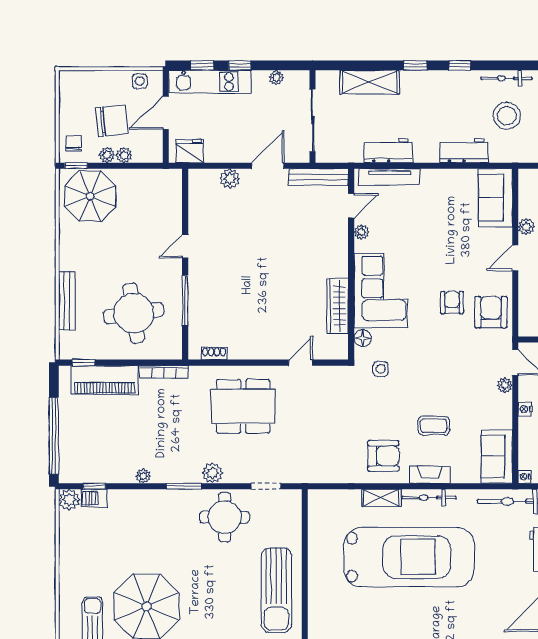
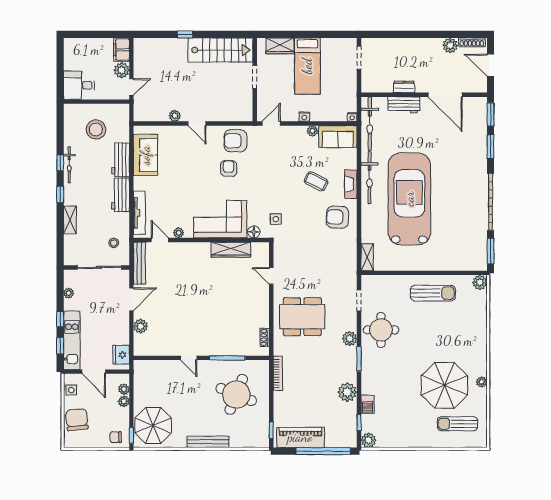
bicycle: (507, 78) -> (69, 165), moved
shelving: (370, 82) -> (70, 220), width x0.67, depth x0.75
chair: (112, 121) -> (77, 420), moved
stool: (347, 141) -> (114, 243), added
workbench: (388, 151) -> (121, 195), moved
plant: (107, 155) -> (124, 389), moved
door: (268, 166) -> (131, 299), swing flipped
sofa: (495, 198) -> (145, 155), moved, turned -90
bench: (67, 301) -> (208, 442), moved
armchair: (452, 303) -> (229, 168), turned 90
round table: (134, 313) -> (236, 394), turned 30
piano: (104, 380) -> (300, 437), moved, turned -90
plant: (505, 385) -> (312, 131), moved
dining table: (243, 406) -> (302, 317), turned 90
coffee table: (434, 426) -> (316, 181), turned -64
armchair: (383, 456) -> (337, 217), turned -87
plant: (143, 476) -> (347, 392), width x1.88, depth x1.88
barbecue: (94, 498) -> (368, 404), moved
shelving: (381, 498) -> (367, 257), moved
bicycle: (429, 498) -> (370, 178), width x1.37, depth x1.40
sun lounger: (276, 590) -> (433, 293), width x0.73, depth x0.75

